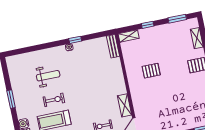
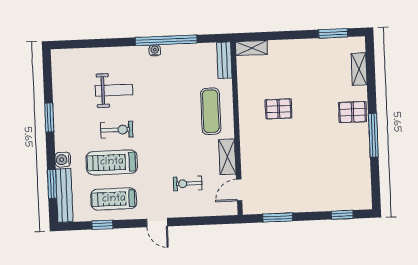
window: (148, 25) -> (285, 35), removed
window: (75, 40) -> (166, 40), width x3.17
exercise mat: (110, 79) -> (211, 111), added

